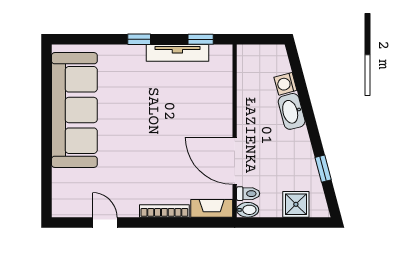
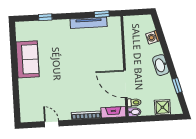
window: (139, 39) -> (45, 17), moved
sofa: (74, 110) -> (28, 59), width x0.54, depth x0.79
washbasin: (292, 111) -> (161, 65), moved

